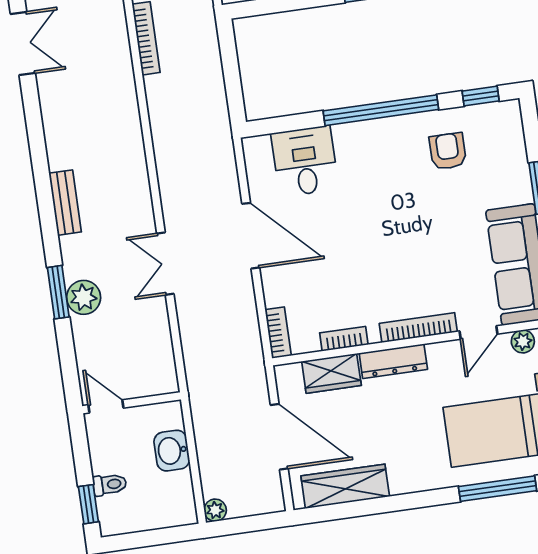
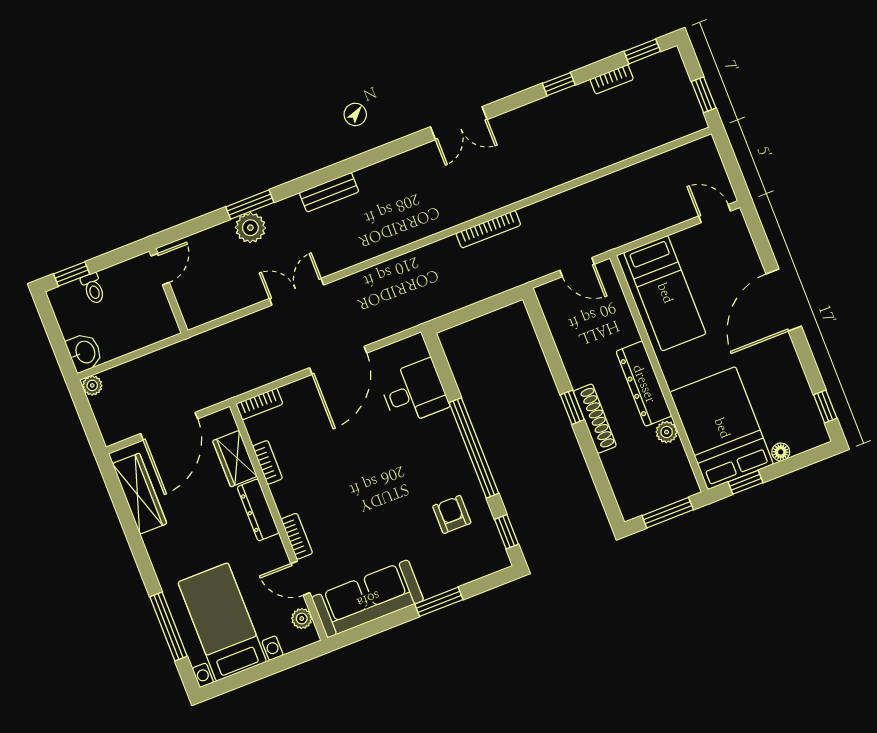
armchair: (448, 151) -> (452, 514), turned -90
bookcase: (418, 328) -> (297, 536), width x0.64
washbasin: (172, 451) -> (85, 352), moved, turned 90

